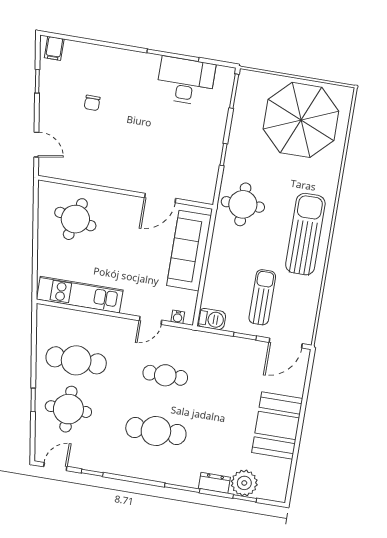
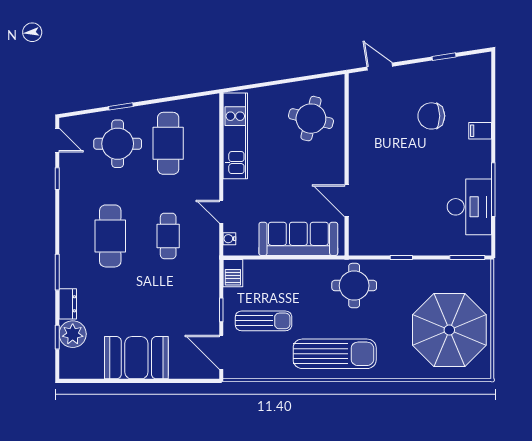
filing cabinet: (54, 48) -> (480, 131), moved
chair: (92, 103) -> (431, 116), width x1.87, depth x1.87
door: (36, 145) -> (380, 67), swing flipped

